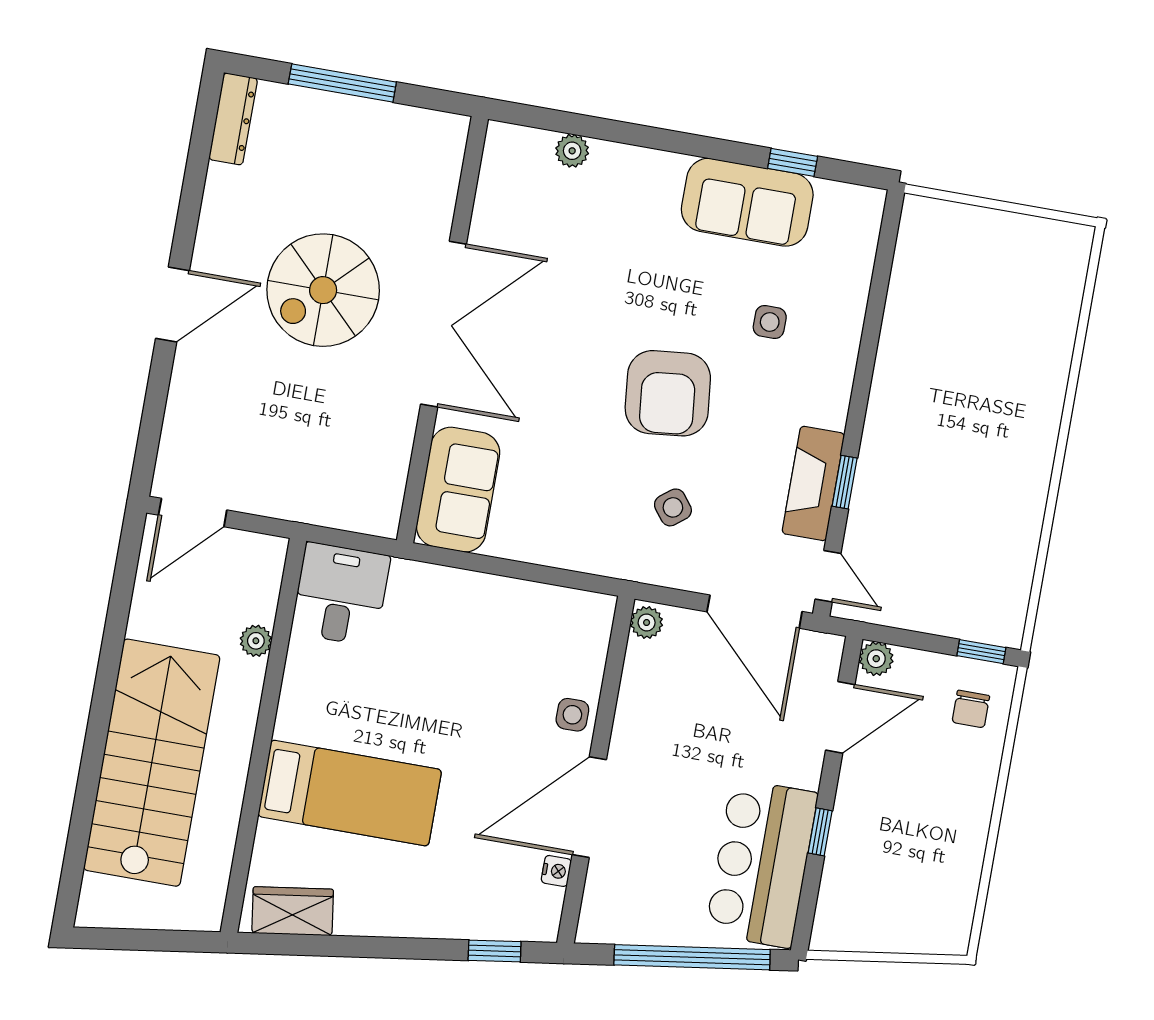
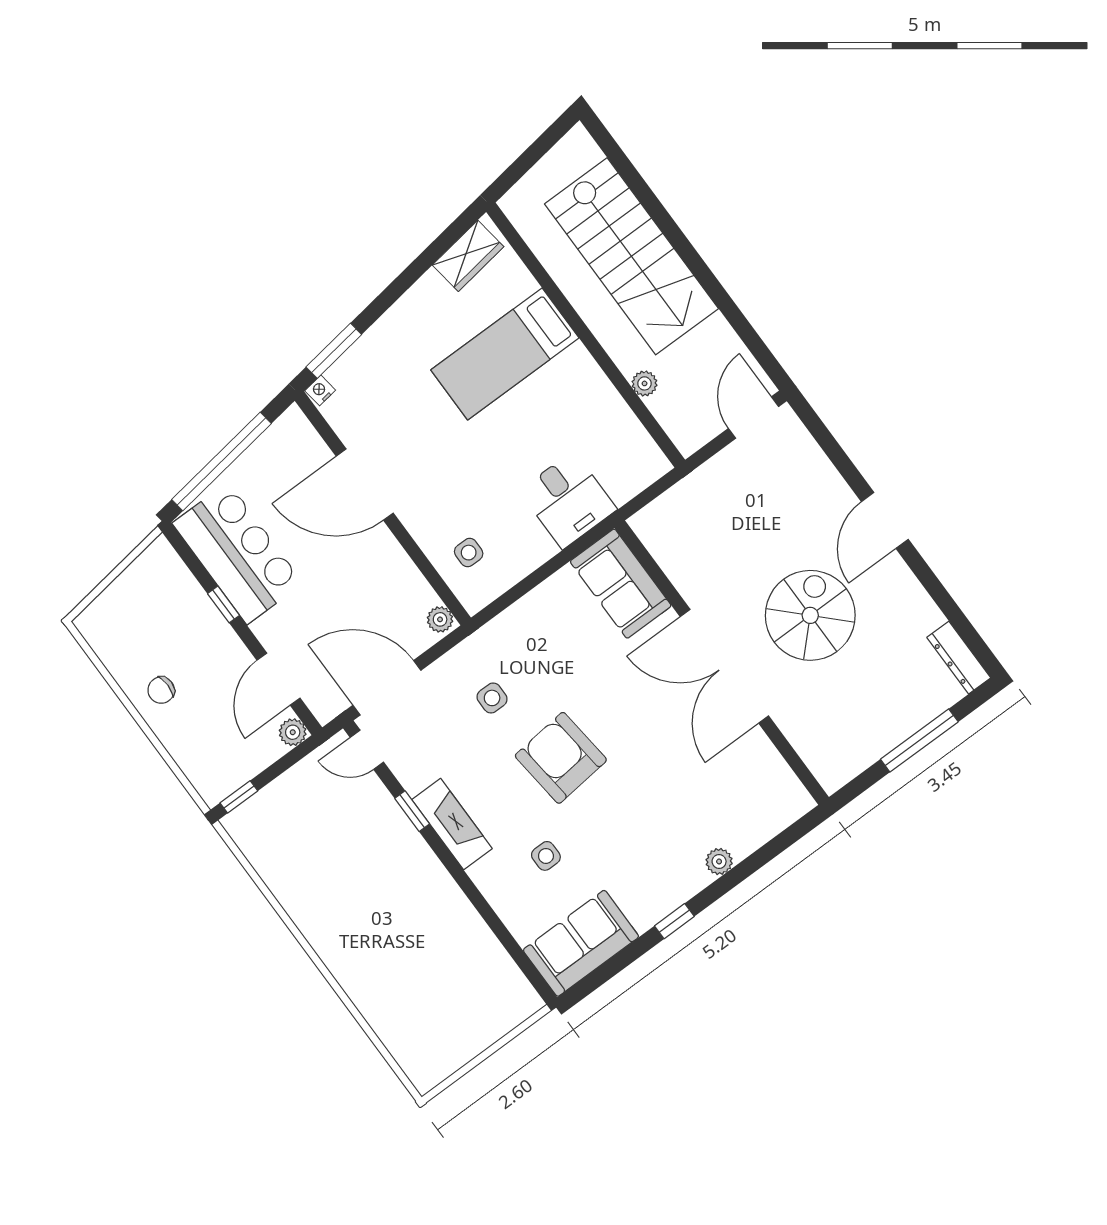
plant: (572, 151) -> (719, 862), moved
window: (793, 162) -> (674, 921), moved
sofa: (747, 202) -> (581, 943), moved
fireplace: (813, 483) -> (452, 824), moved
side table: (673, 507) -> (492, 698), turned 38
desk: (341, 594) -> (568, 500), moved
chair: (971, 709) -> (161, 690), moved, turned -90
side table: (572, 715) -> (469, 553), moved
door: (589, 807) -> (365, 485), swing flipped
nightstand: (556, 871) -> (320, 390), moved, turned 82
window: (495, 951) -> (334, 351), width x1.50

